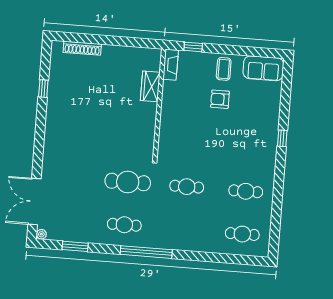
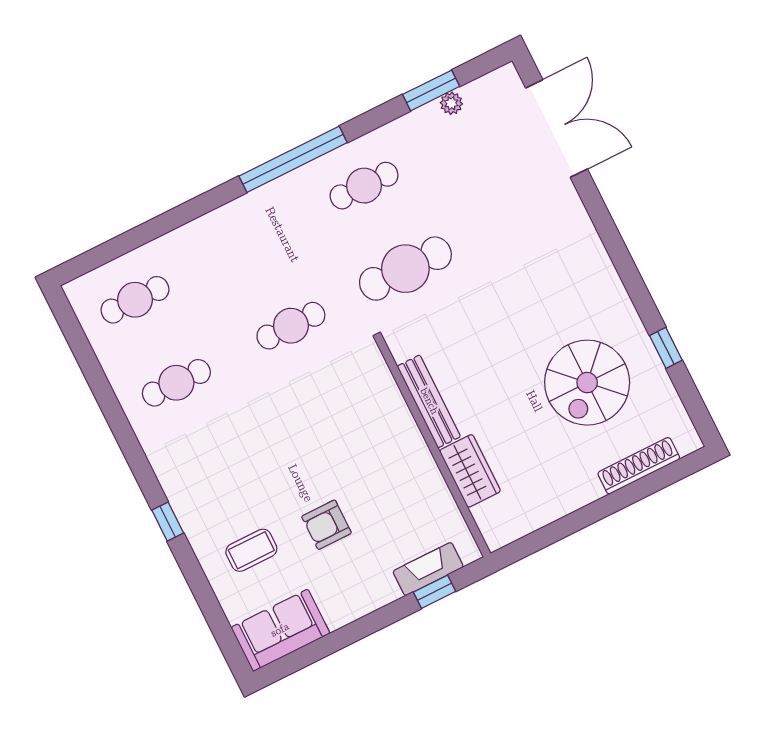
fireplace: (171, 65) -> (428, 569), moved, turned 90
coffee table: (224, 69) -> (251, 550), moved, turned 90
spiral stairs: (83, 94) -> (587, 383), added
armchair: (220, 99) -> (327, 525), turned 180
bench: (150, 124) -> (429, 401), added
plant: (41, 234) -> (451, 103), moved

